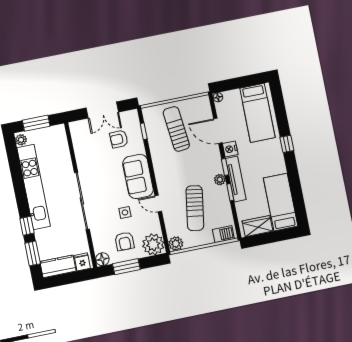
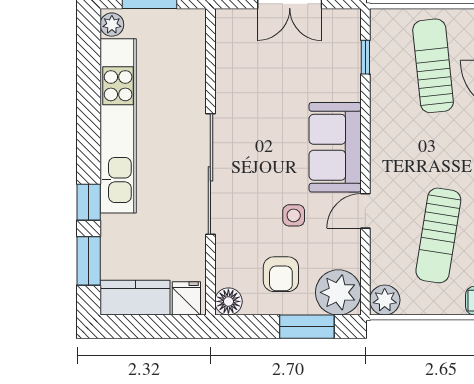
armchair: (119, 139) -> (312, 63), removed
door: (158, 204) -> (365, 211), hinge flipped
window: (126, 267) -> (307, 327), moved

